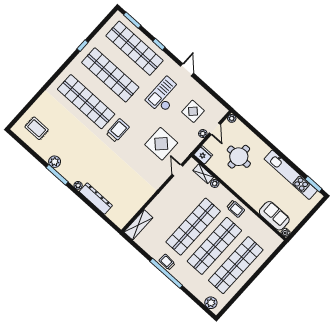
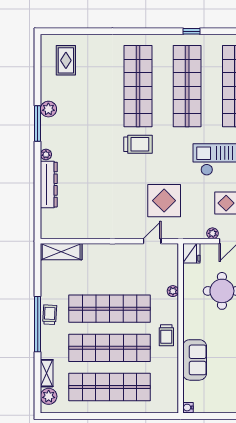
shelving: (203, 174) -> (47, 373), moved
sofa: (274, 216) -> (195, 360), moved

